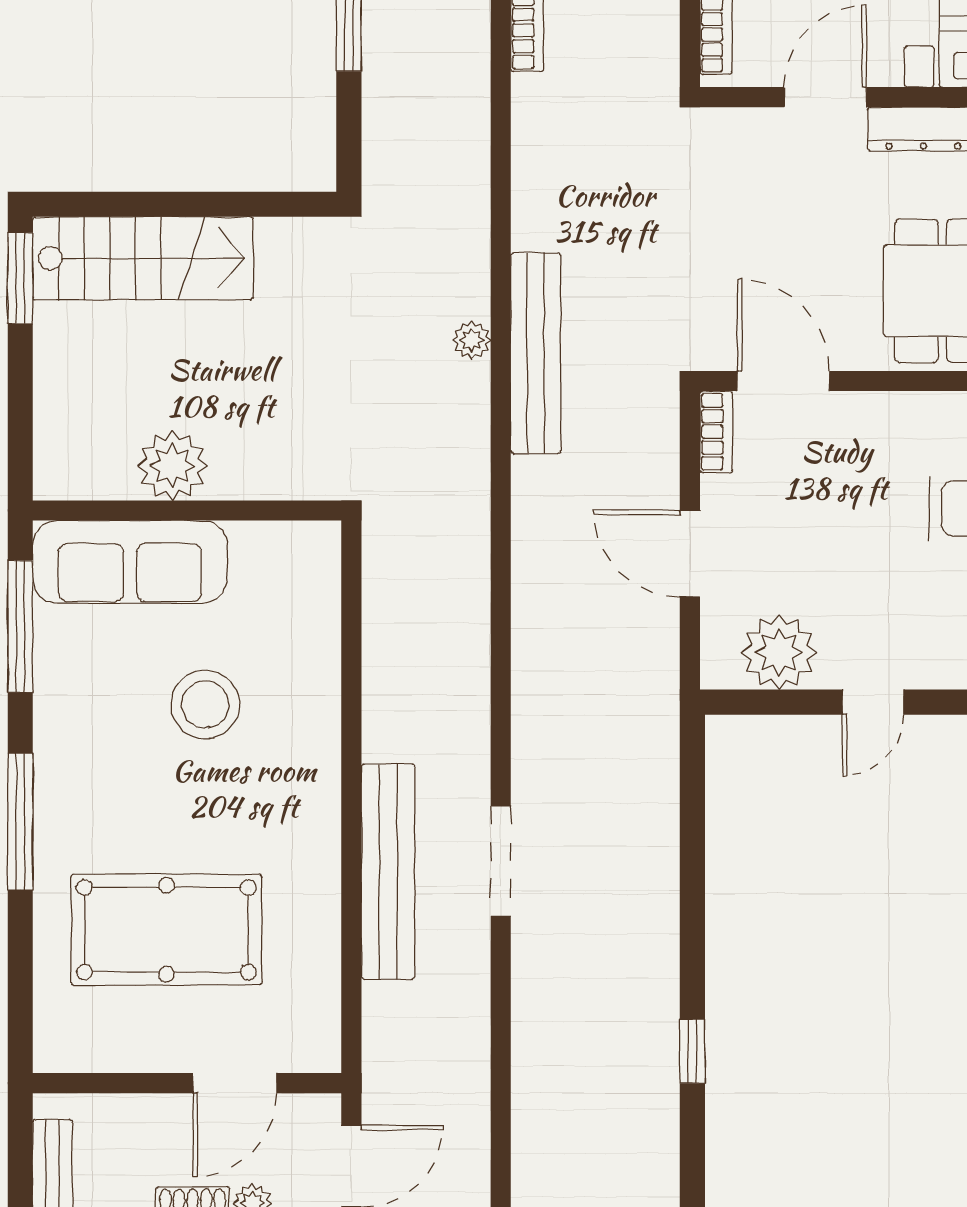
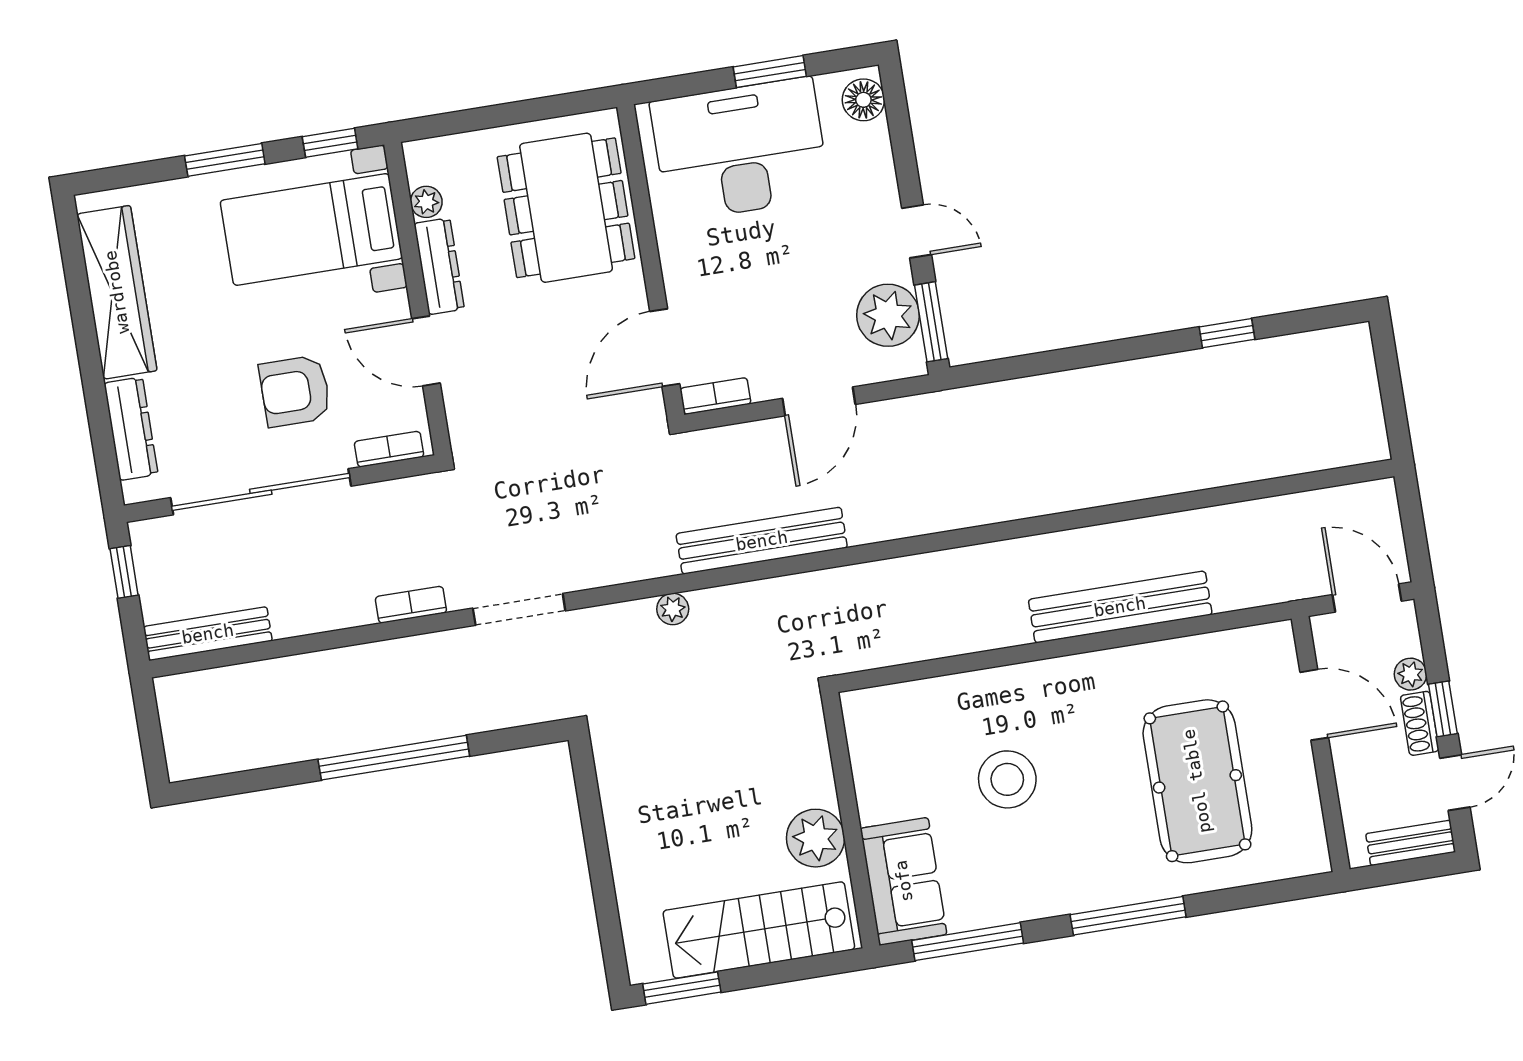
stairs: (143, 258) -> (759, 930), moved, turned -90
bench: (536, 353) -> (762, 541), moved
sofa: (130, 562) -> (904, 881), width x0.73
window: (763, 702) -> (931, 322), added
doorway: (501, 861) -> (519, 609), moved

